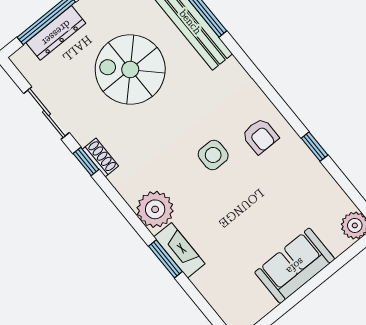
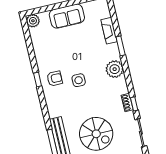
armchair: (260, 136) -> (55, 78), turned 90
window: (315, 147) -> (38, 79), moved
fireplace: (179, 250) -> (109, 31), moved

